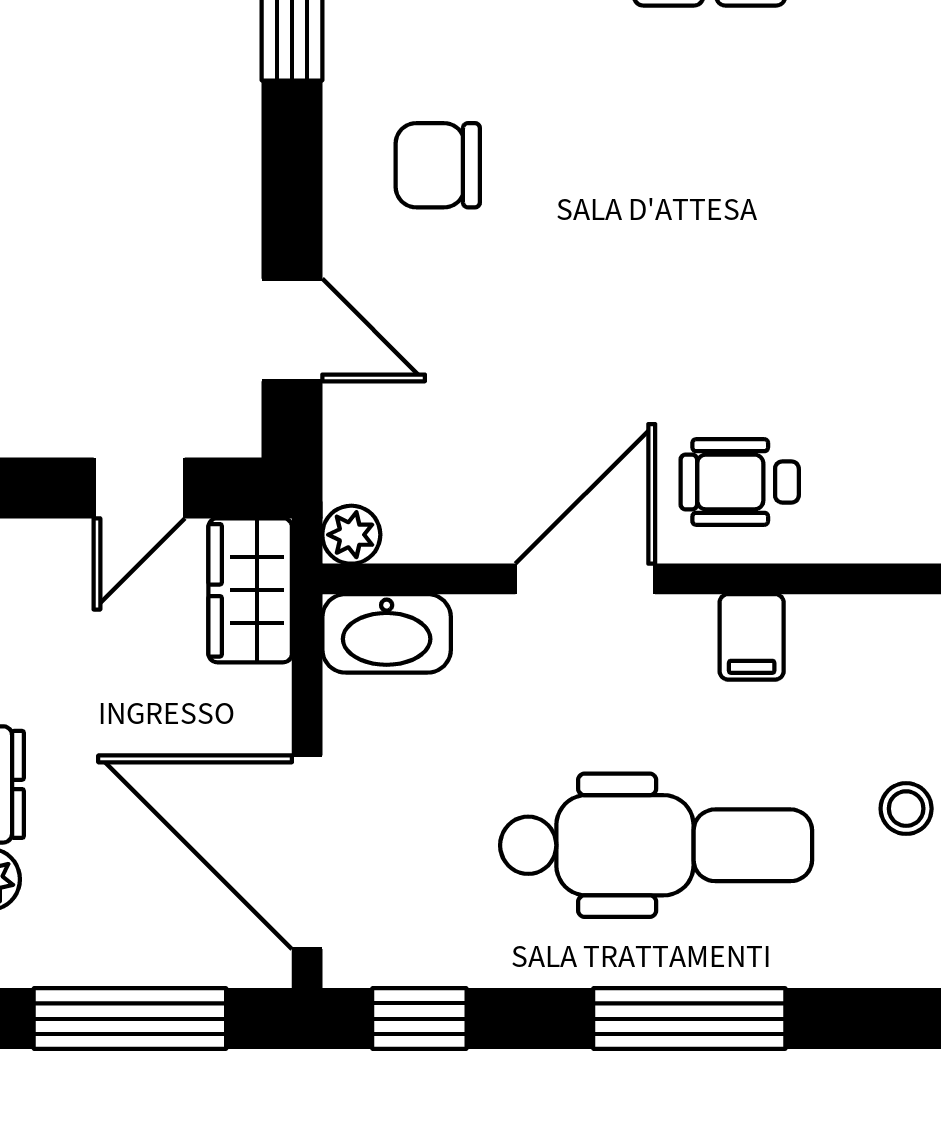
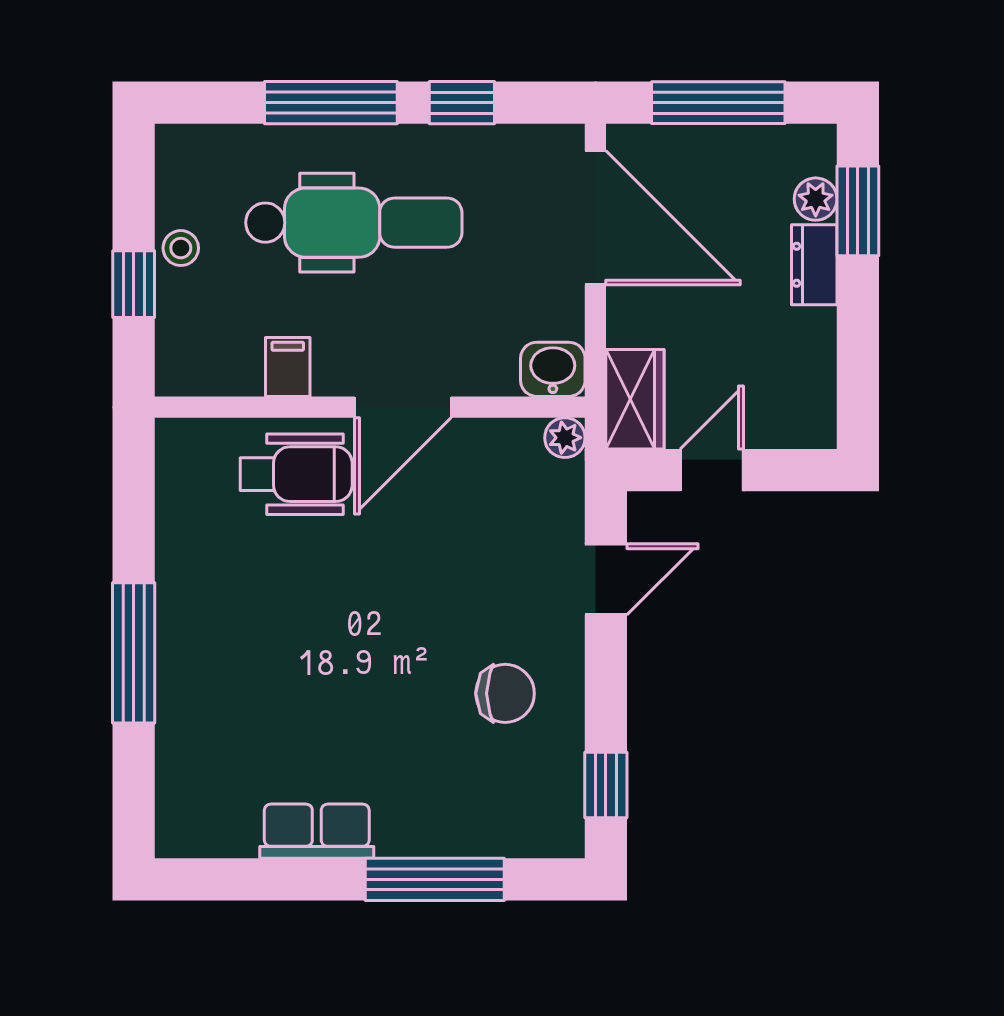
door: (292, 330) -> (606, 579), swing flipped
wheelchair: (740, 482) -> (296, 474), width x1.36, depth x1.37
washbasin: (387, 633) -> (553, 369), width x0.72
dental chair: (656, 845) -> (354, 223), turned 180
window: (419, 1019) -> (462, 103), moved

